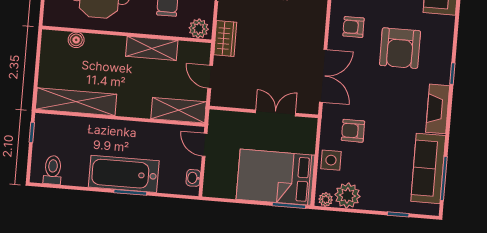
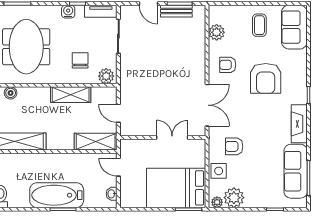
wardrobe: (225, 39) -> (128, 82), removed

